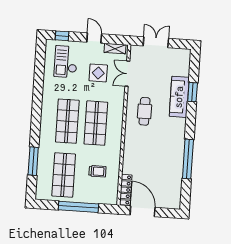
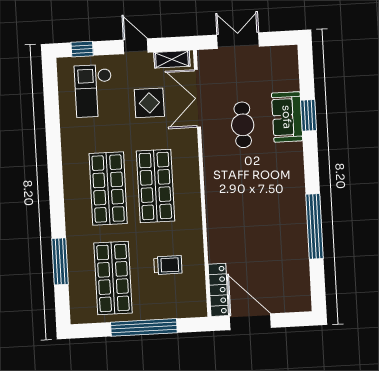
double door: (127, 74) -> (197, 98), width x1.37
sofa: (179, 97) -> (287, 117), width x0.73
cafe table: (145, 111) -> (243, 125), moved

